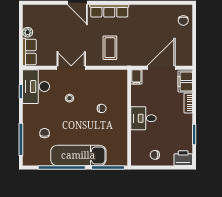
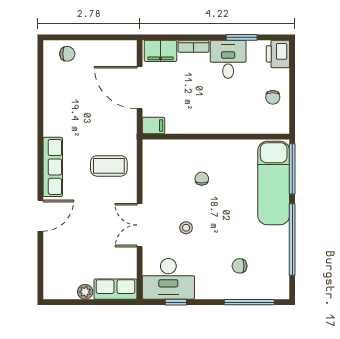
desk: (143, 118) -> (228, 59), moved, turned 180
exam couch: (78, 155) -> (274, 183), moved

